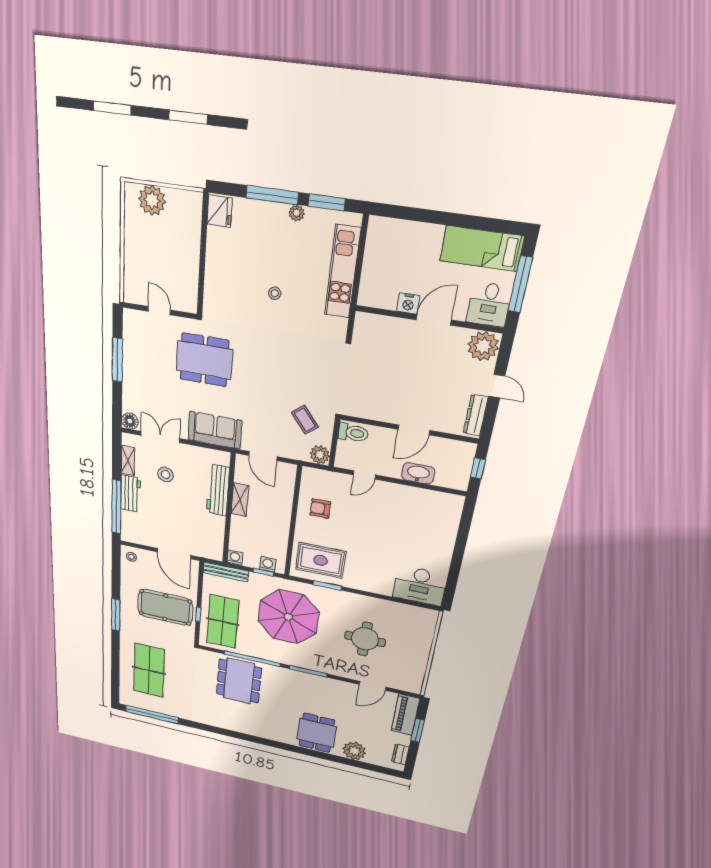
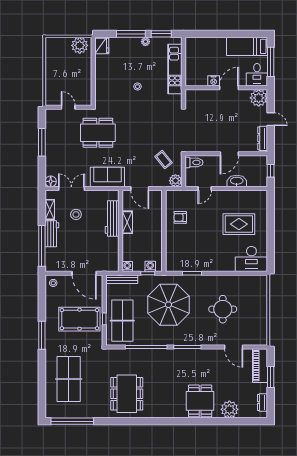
plant: (152, 200) -> (80, 45), moved
rug: (321, 560) -> (239, 224), moved
dining table: (239, 681) -> (127, 394), moved
door: (373, 686) -> (234, 347), hinge flipped

